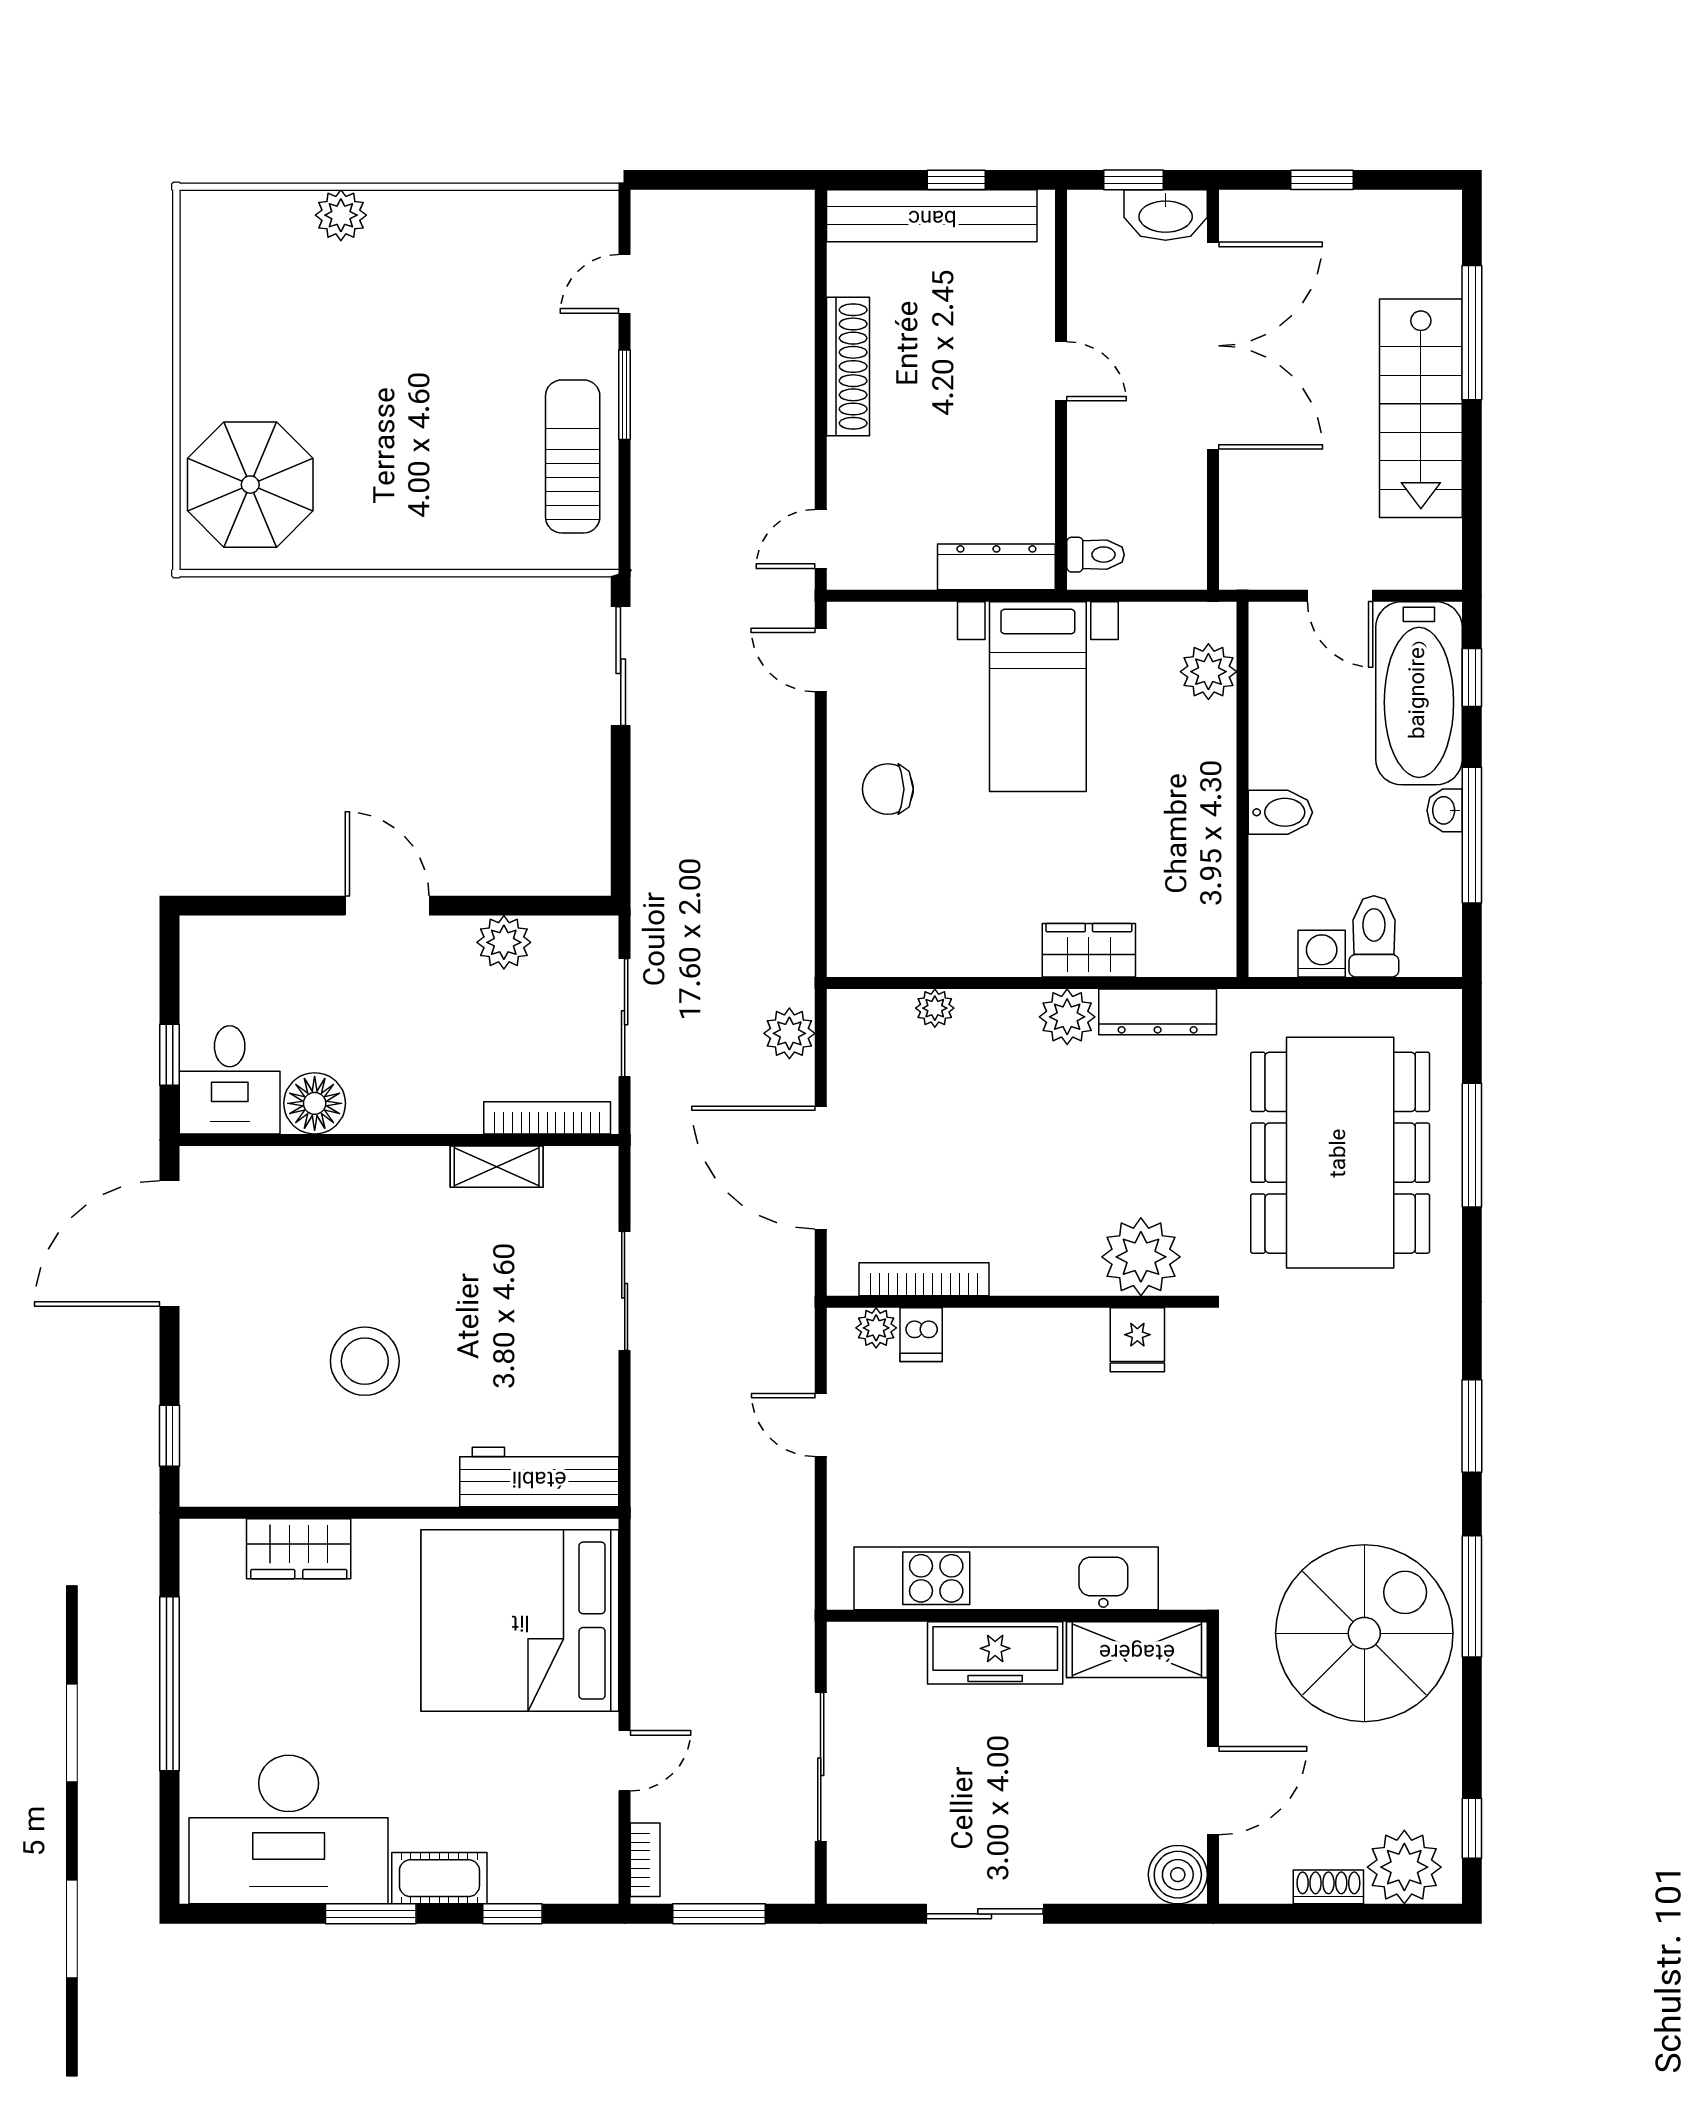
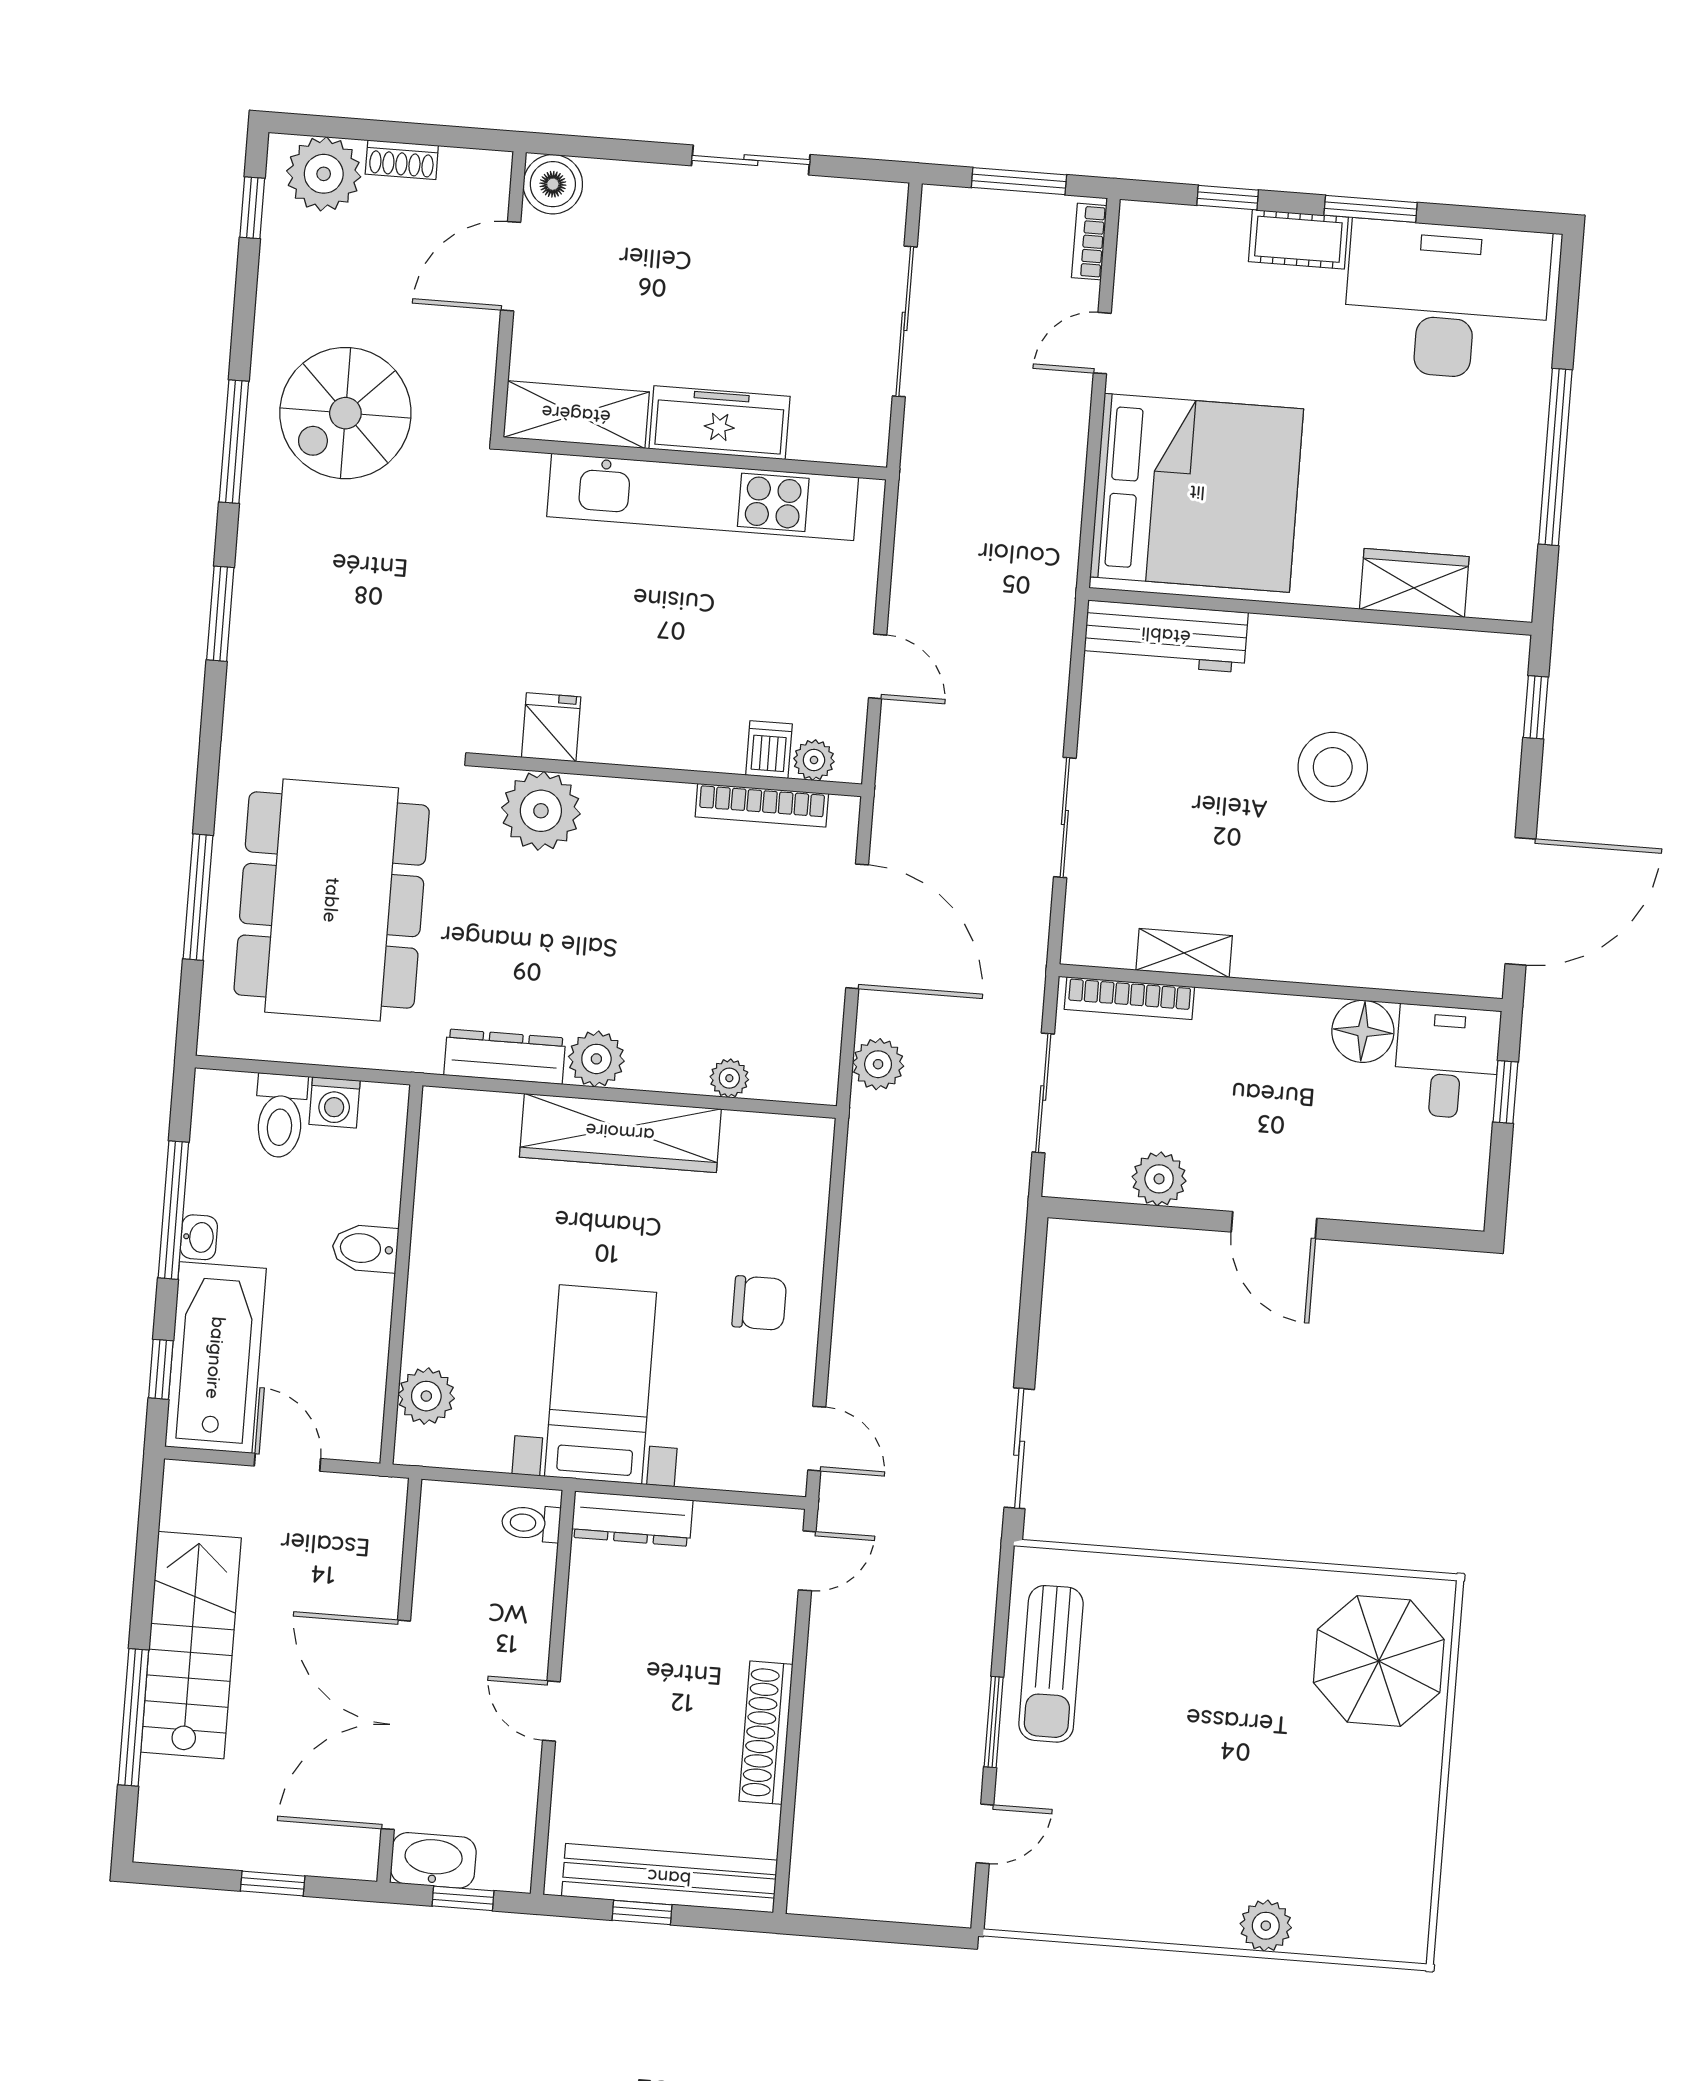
wardrobe: (1089, 950) -> (620, 1133), width x2.10, depth x1.17
spiral stairs: (1364, 1633) -> (345, 413), width x0.73, depth x0.73

